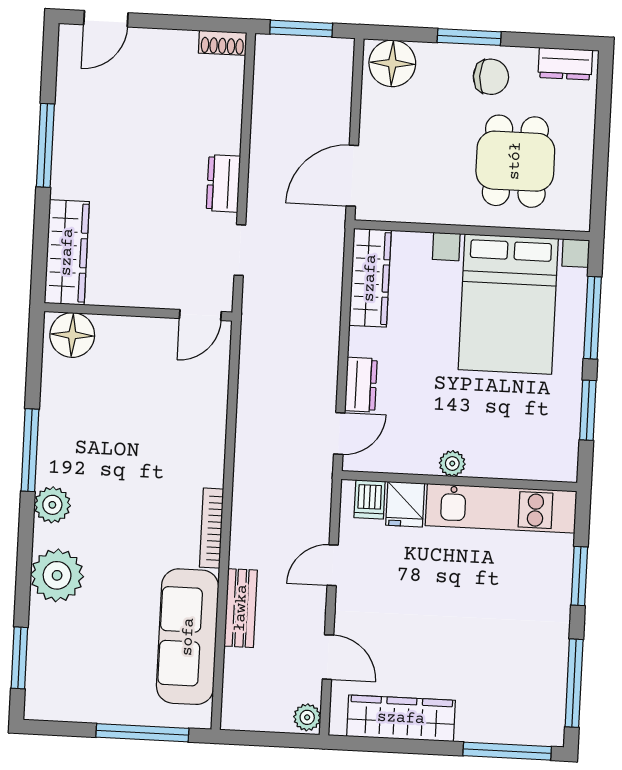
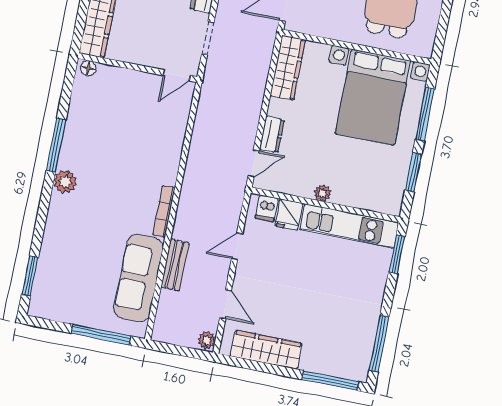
floor lamp: (72, 335) -> (88, 68), width x0.53, depth x0.53
plant: (57, 575) -> (62, 227), removed
window: (579, 576) -> (397, 254), moved

